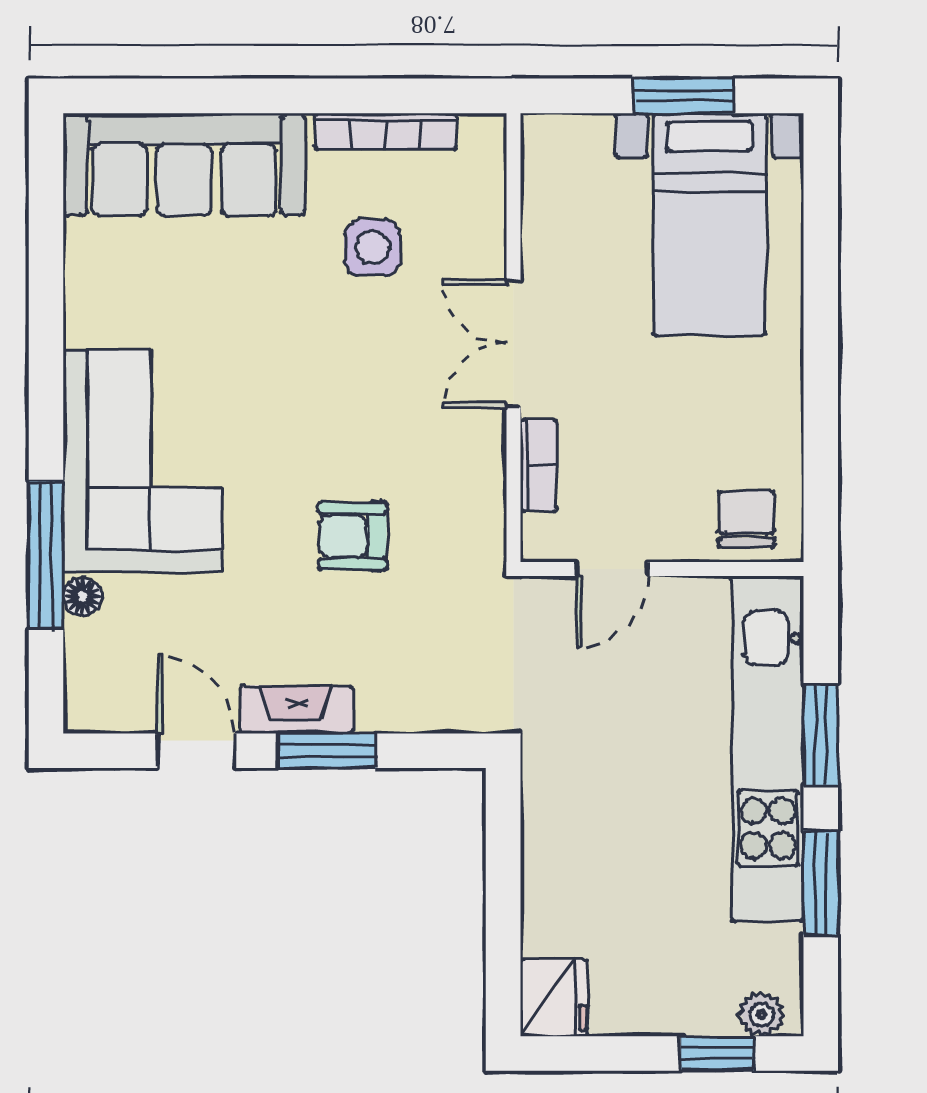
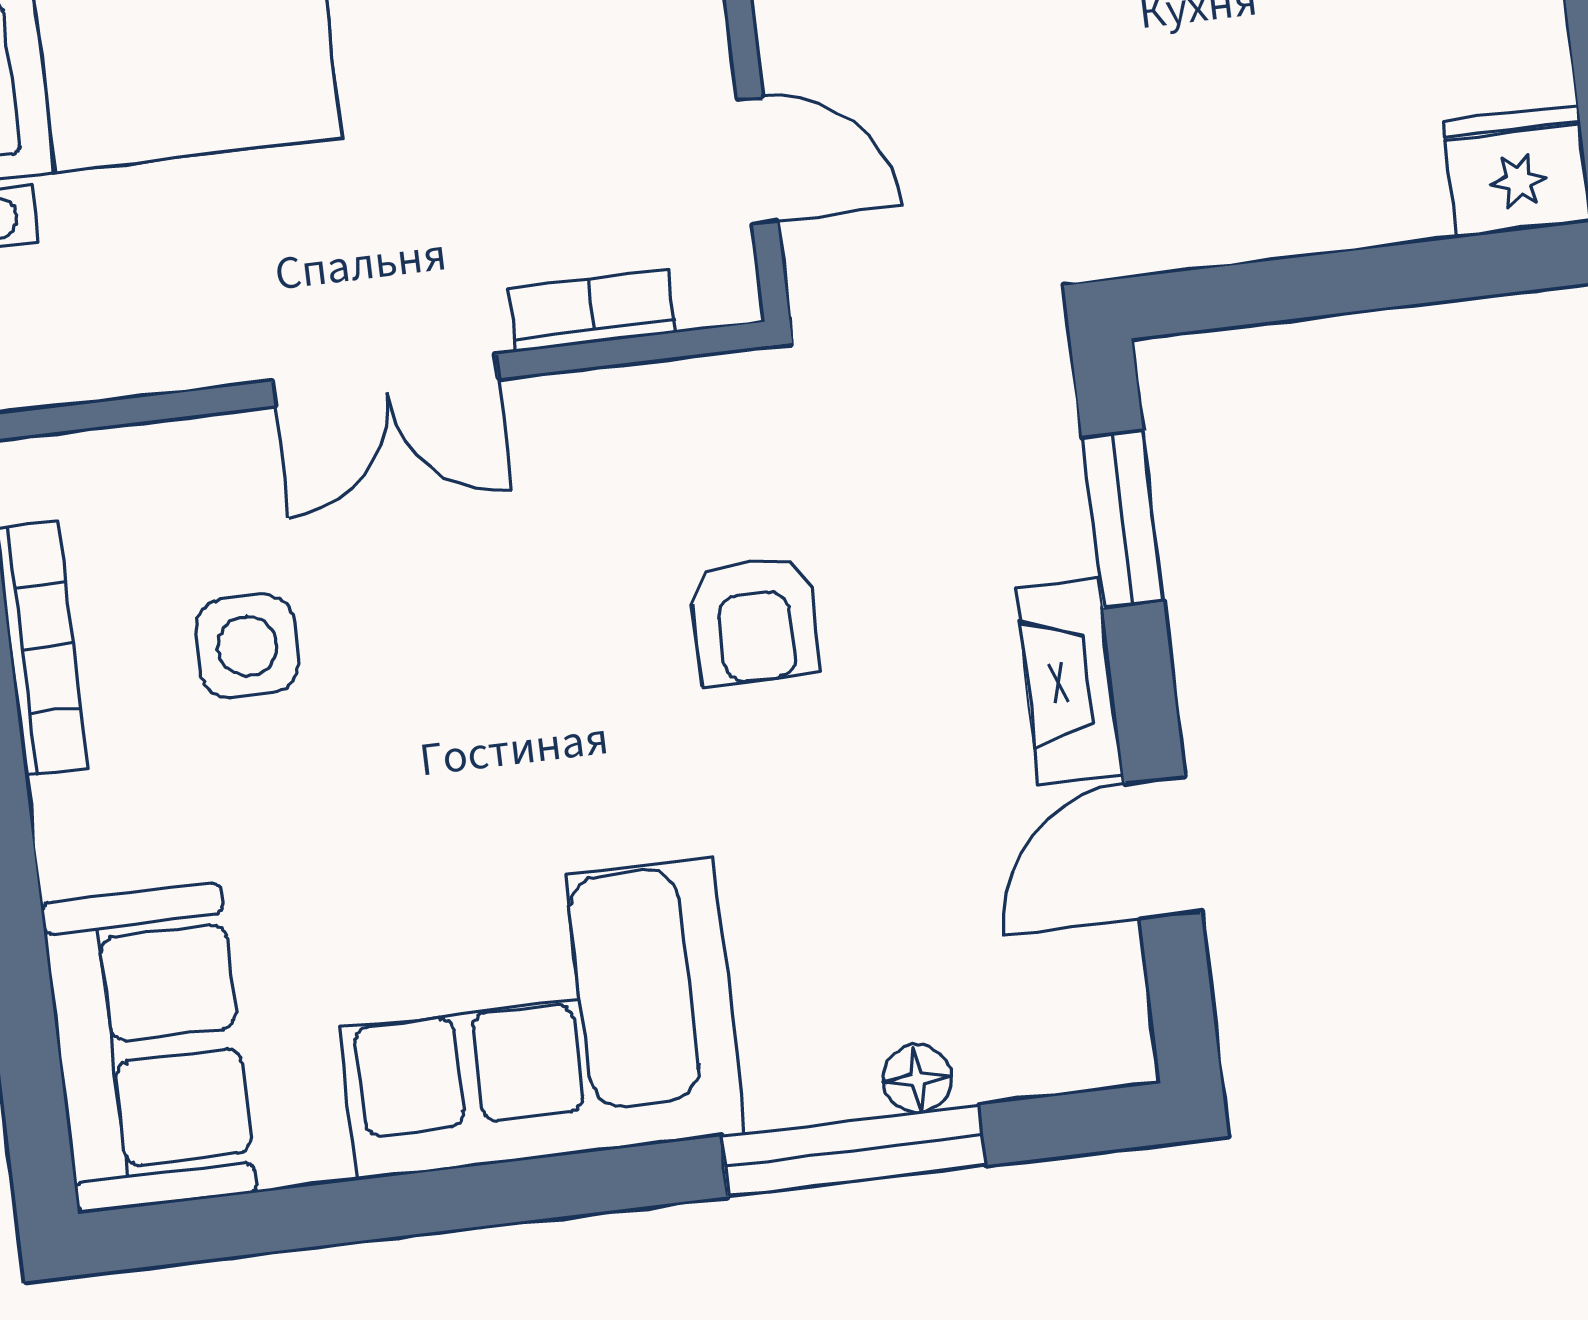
sofa: (184, 164) -> (149, 1048), width x0.73
corner sofa: (143, 461) -> (535, 1018), moved
window: (327, 751) -> (1123, 519), moved

